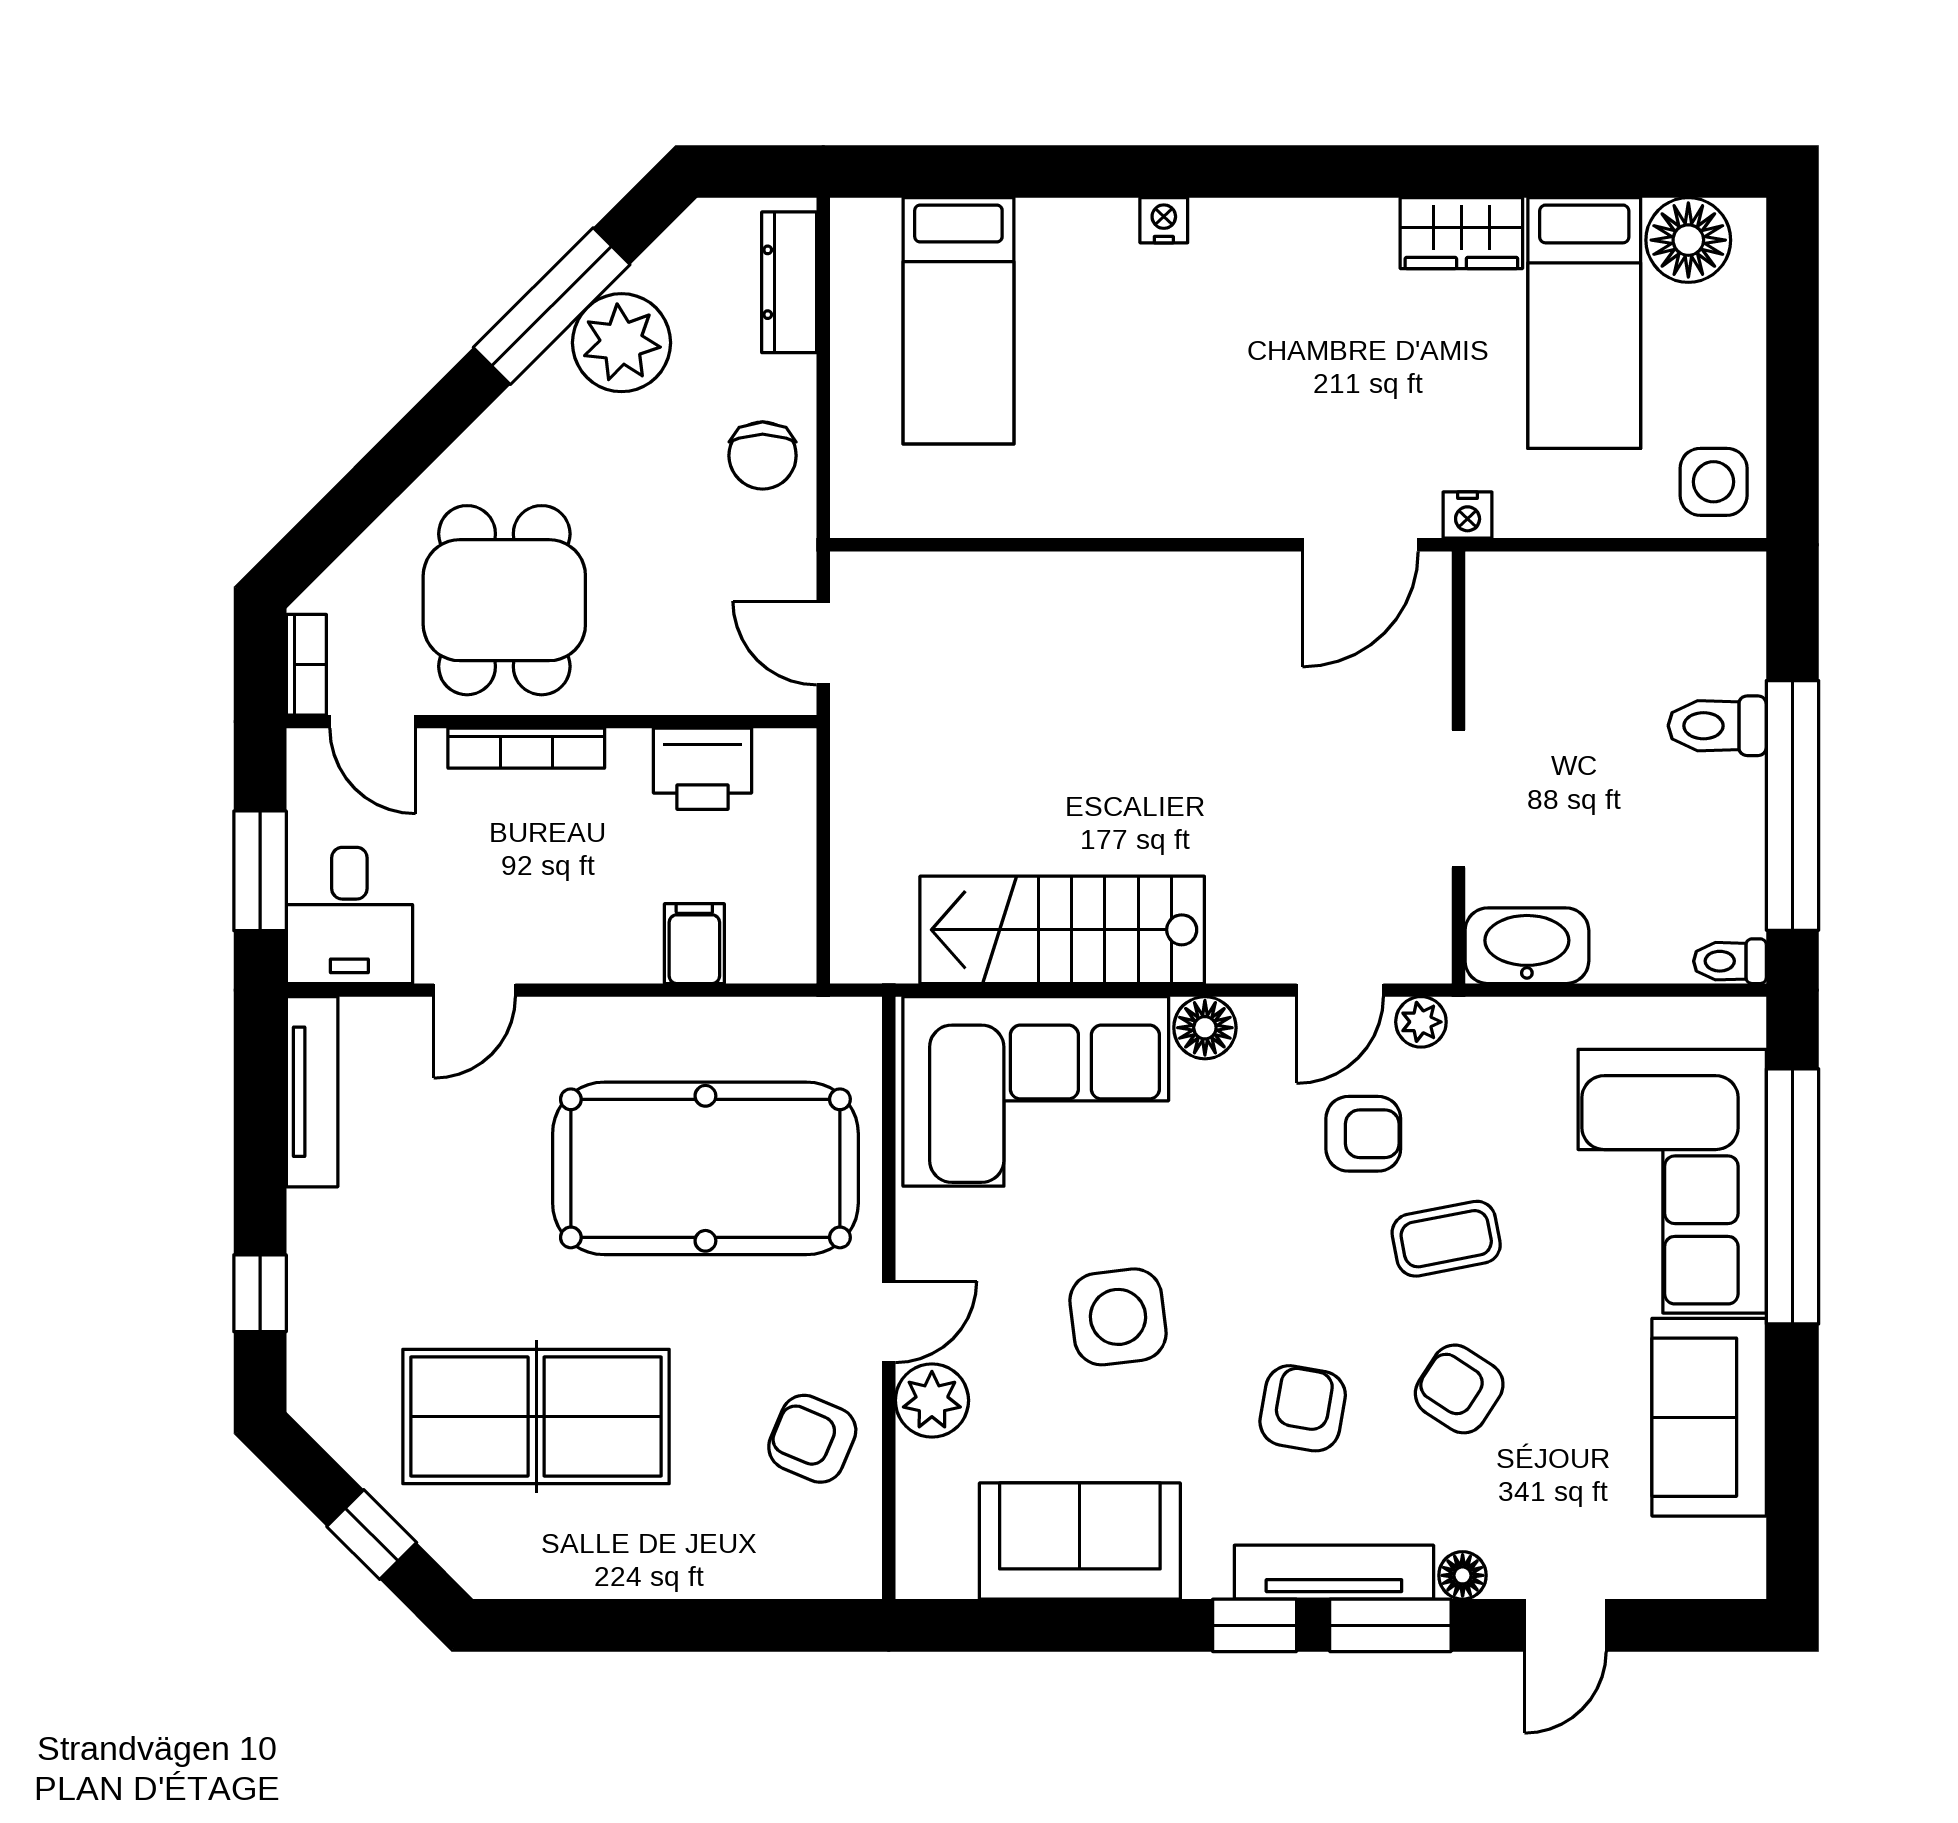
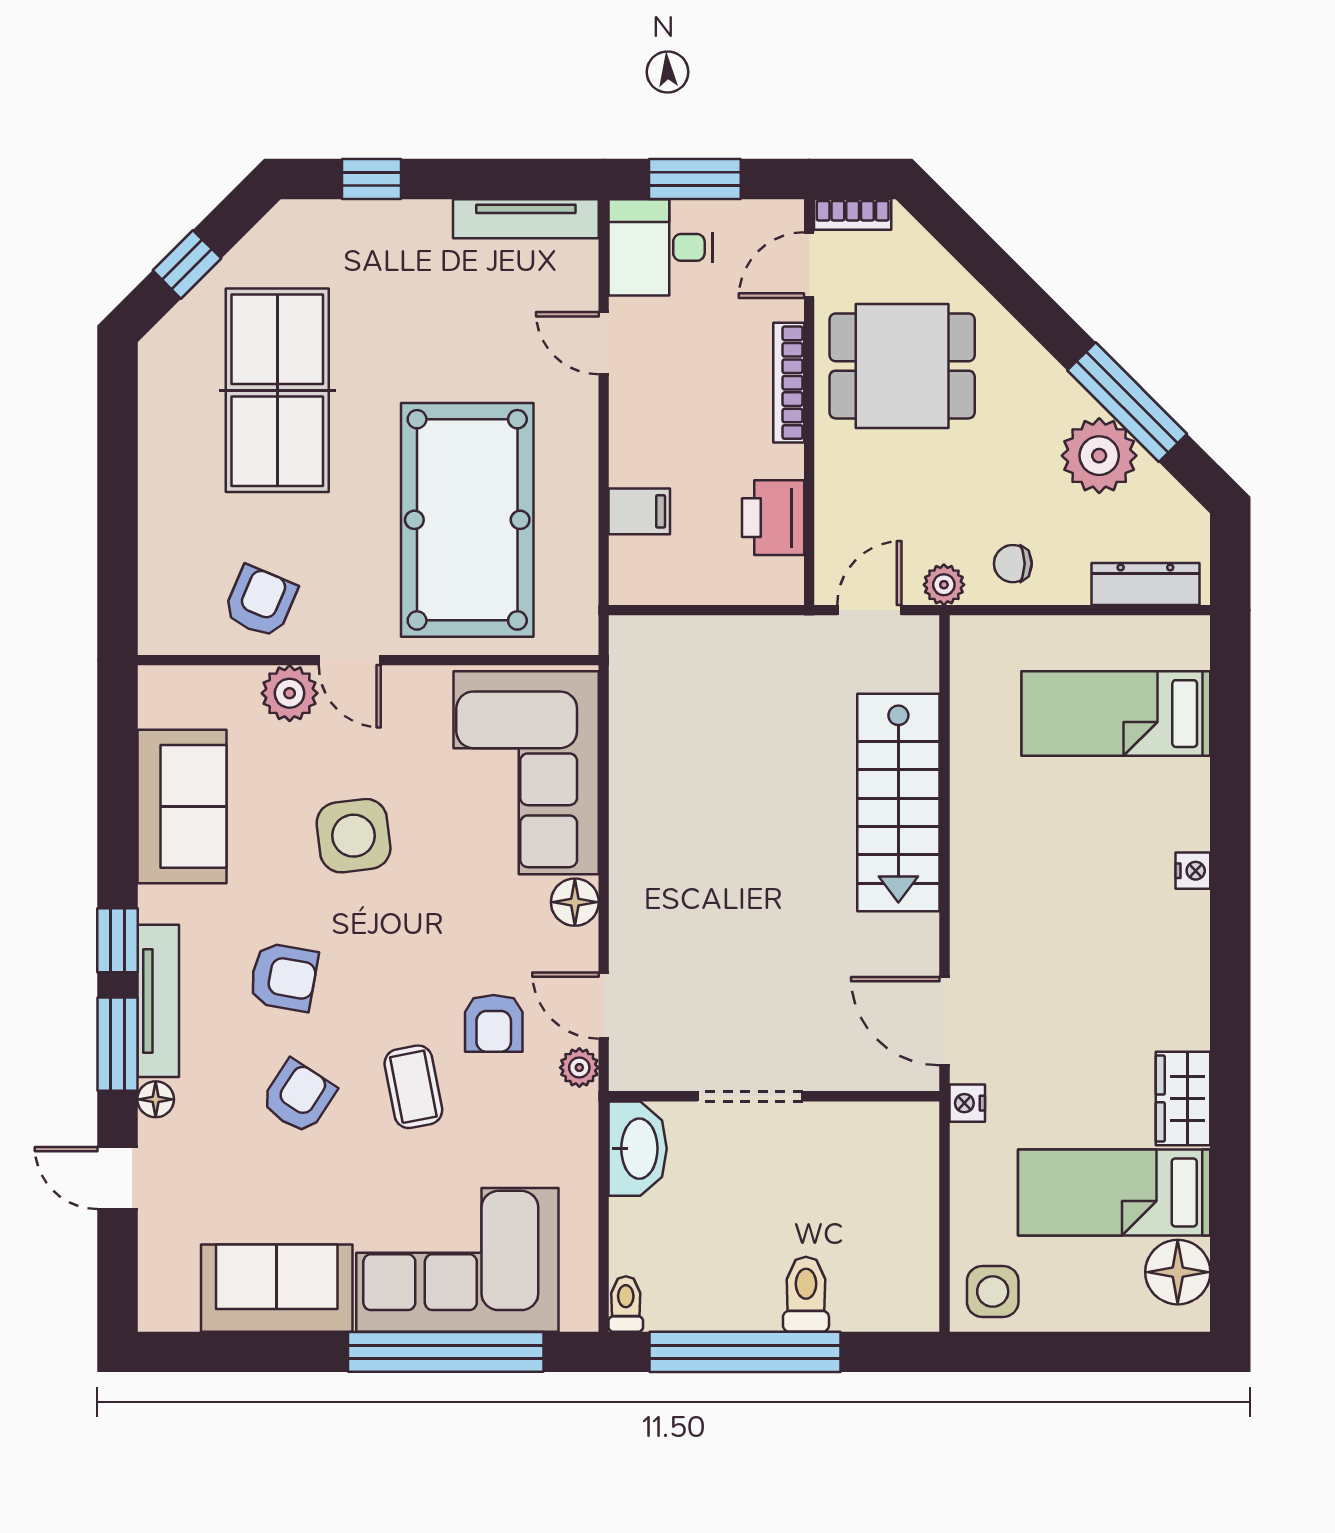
chair: (763, 456) -> (1013, 564), width x0.73, depth x0.73
plant: (790, 546) -> (944, 585), added
stairs: (1062, 930) -> (898, 802), moved, turned 180

